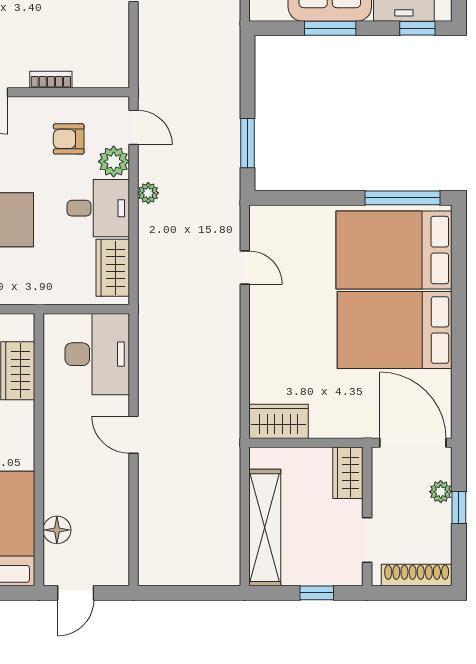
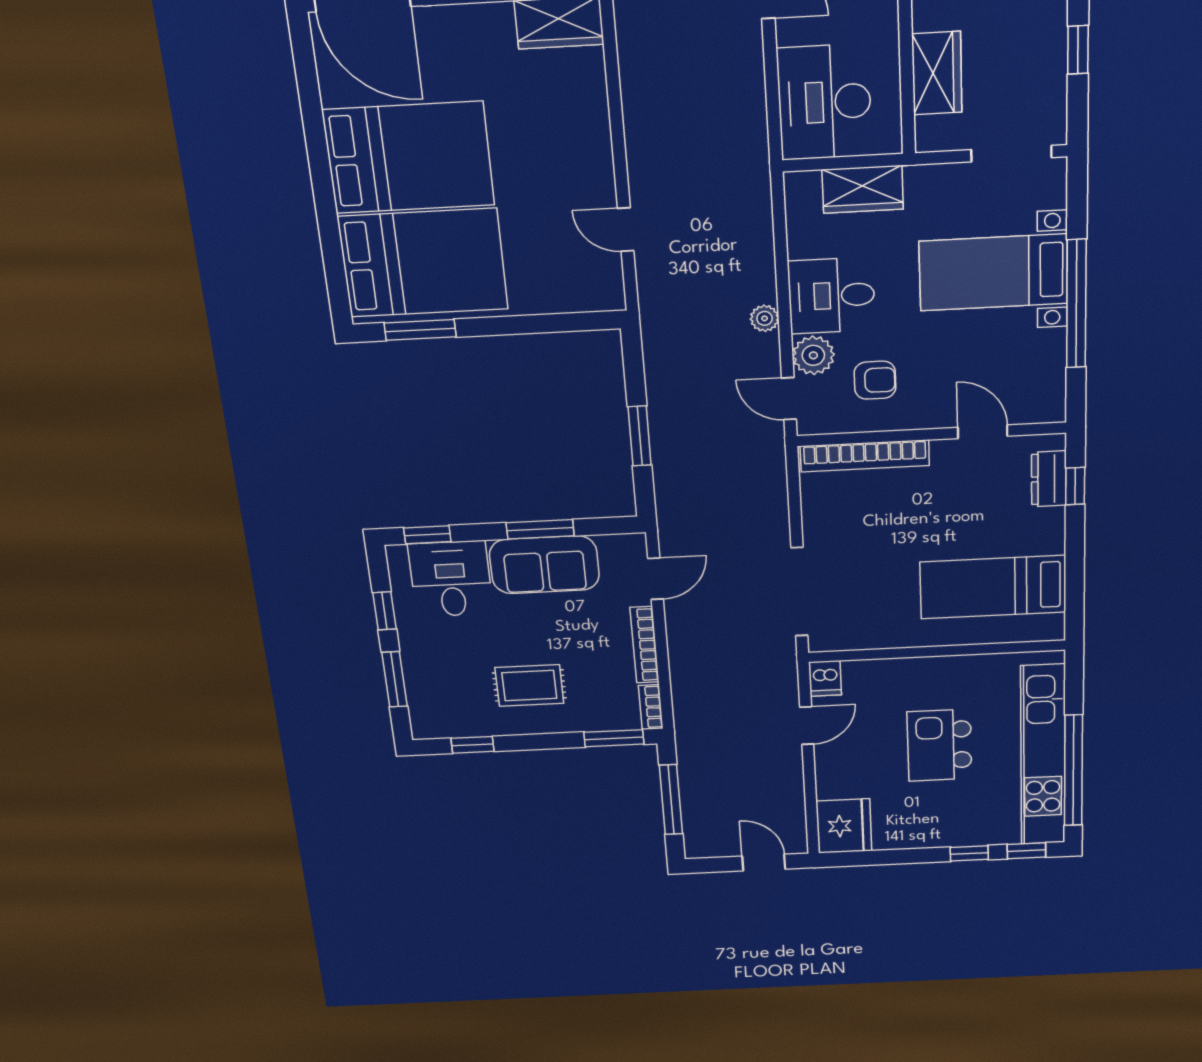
bookcase: (51, 80) -> (865, 456), width x2.31, depth x1.31
window: (247, 143) -> (640, 436), moved
window: (402, 198) -> (420, 330), width x0.69
wardrobe: (113, 268) -> (863, 189), moved, turned 90

